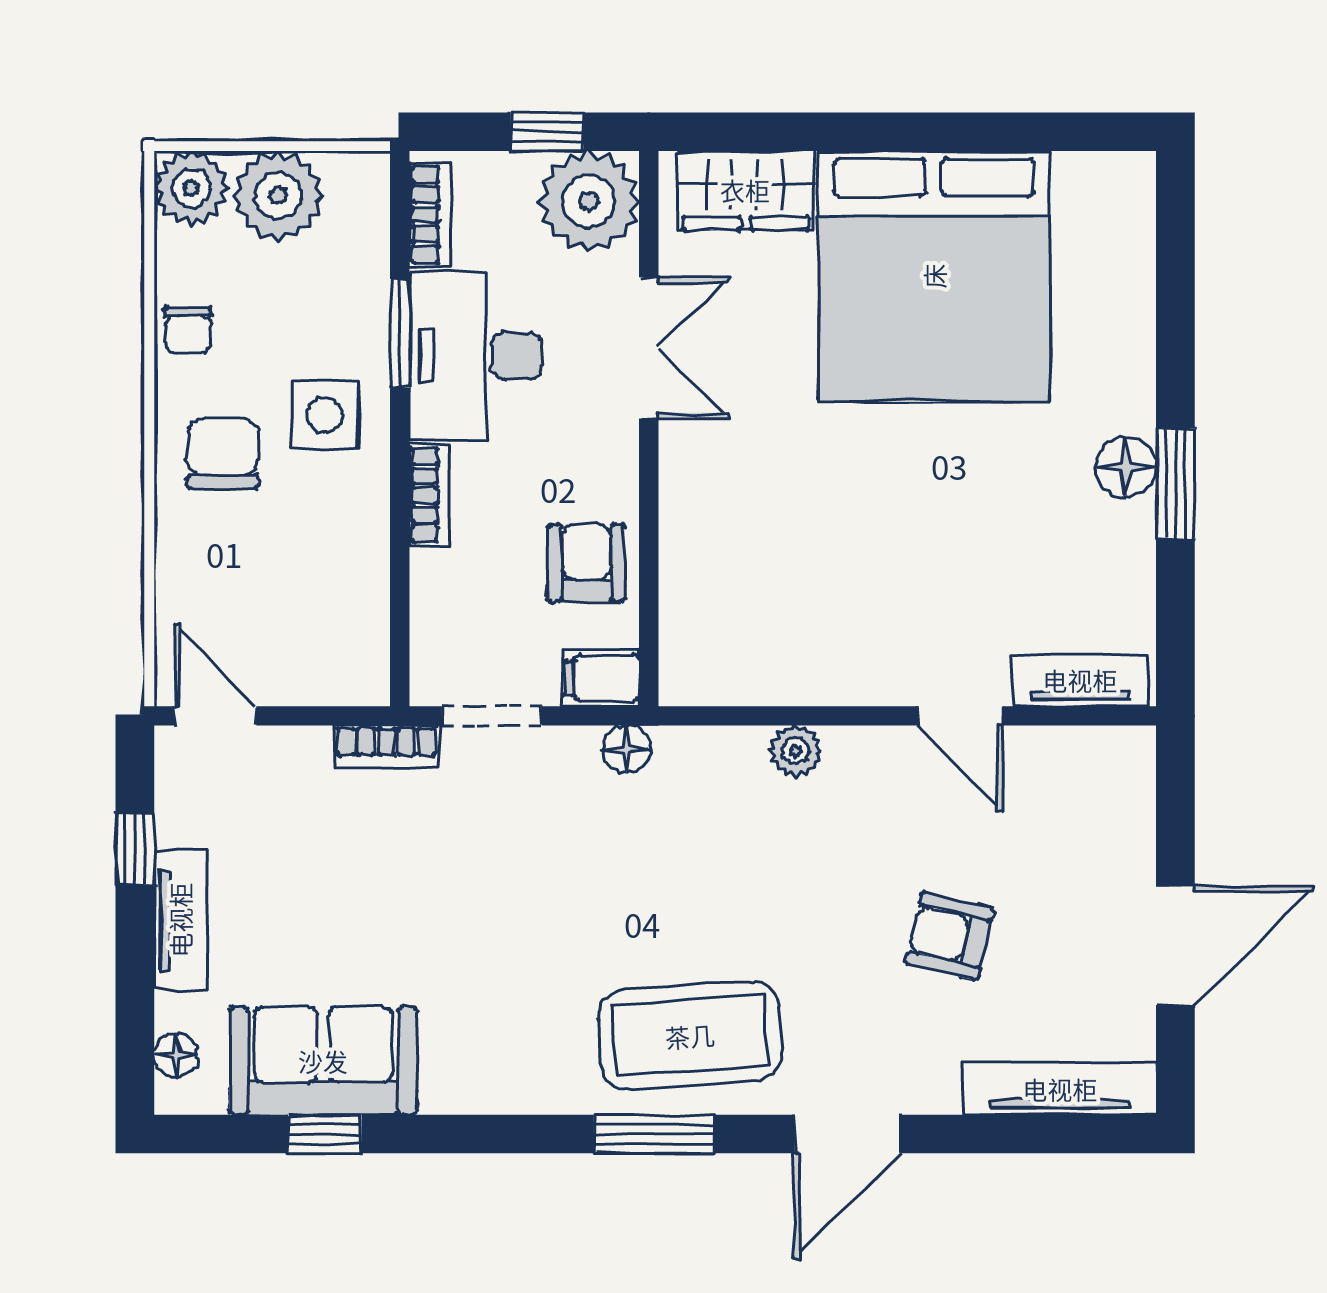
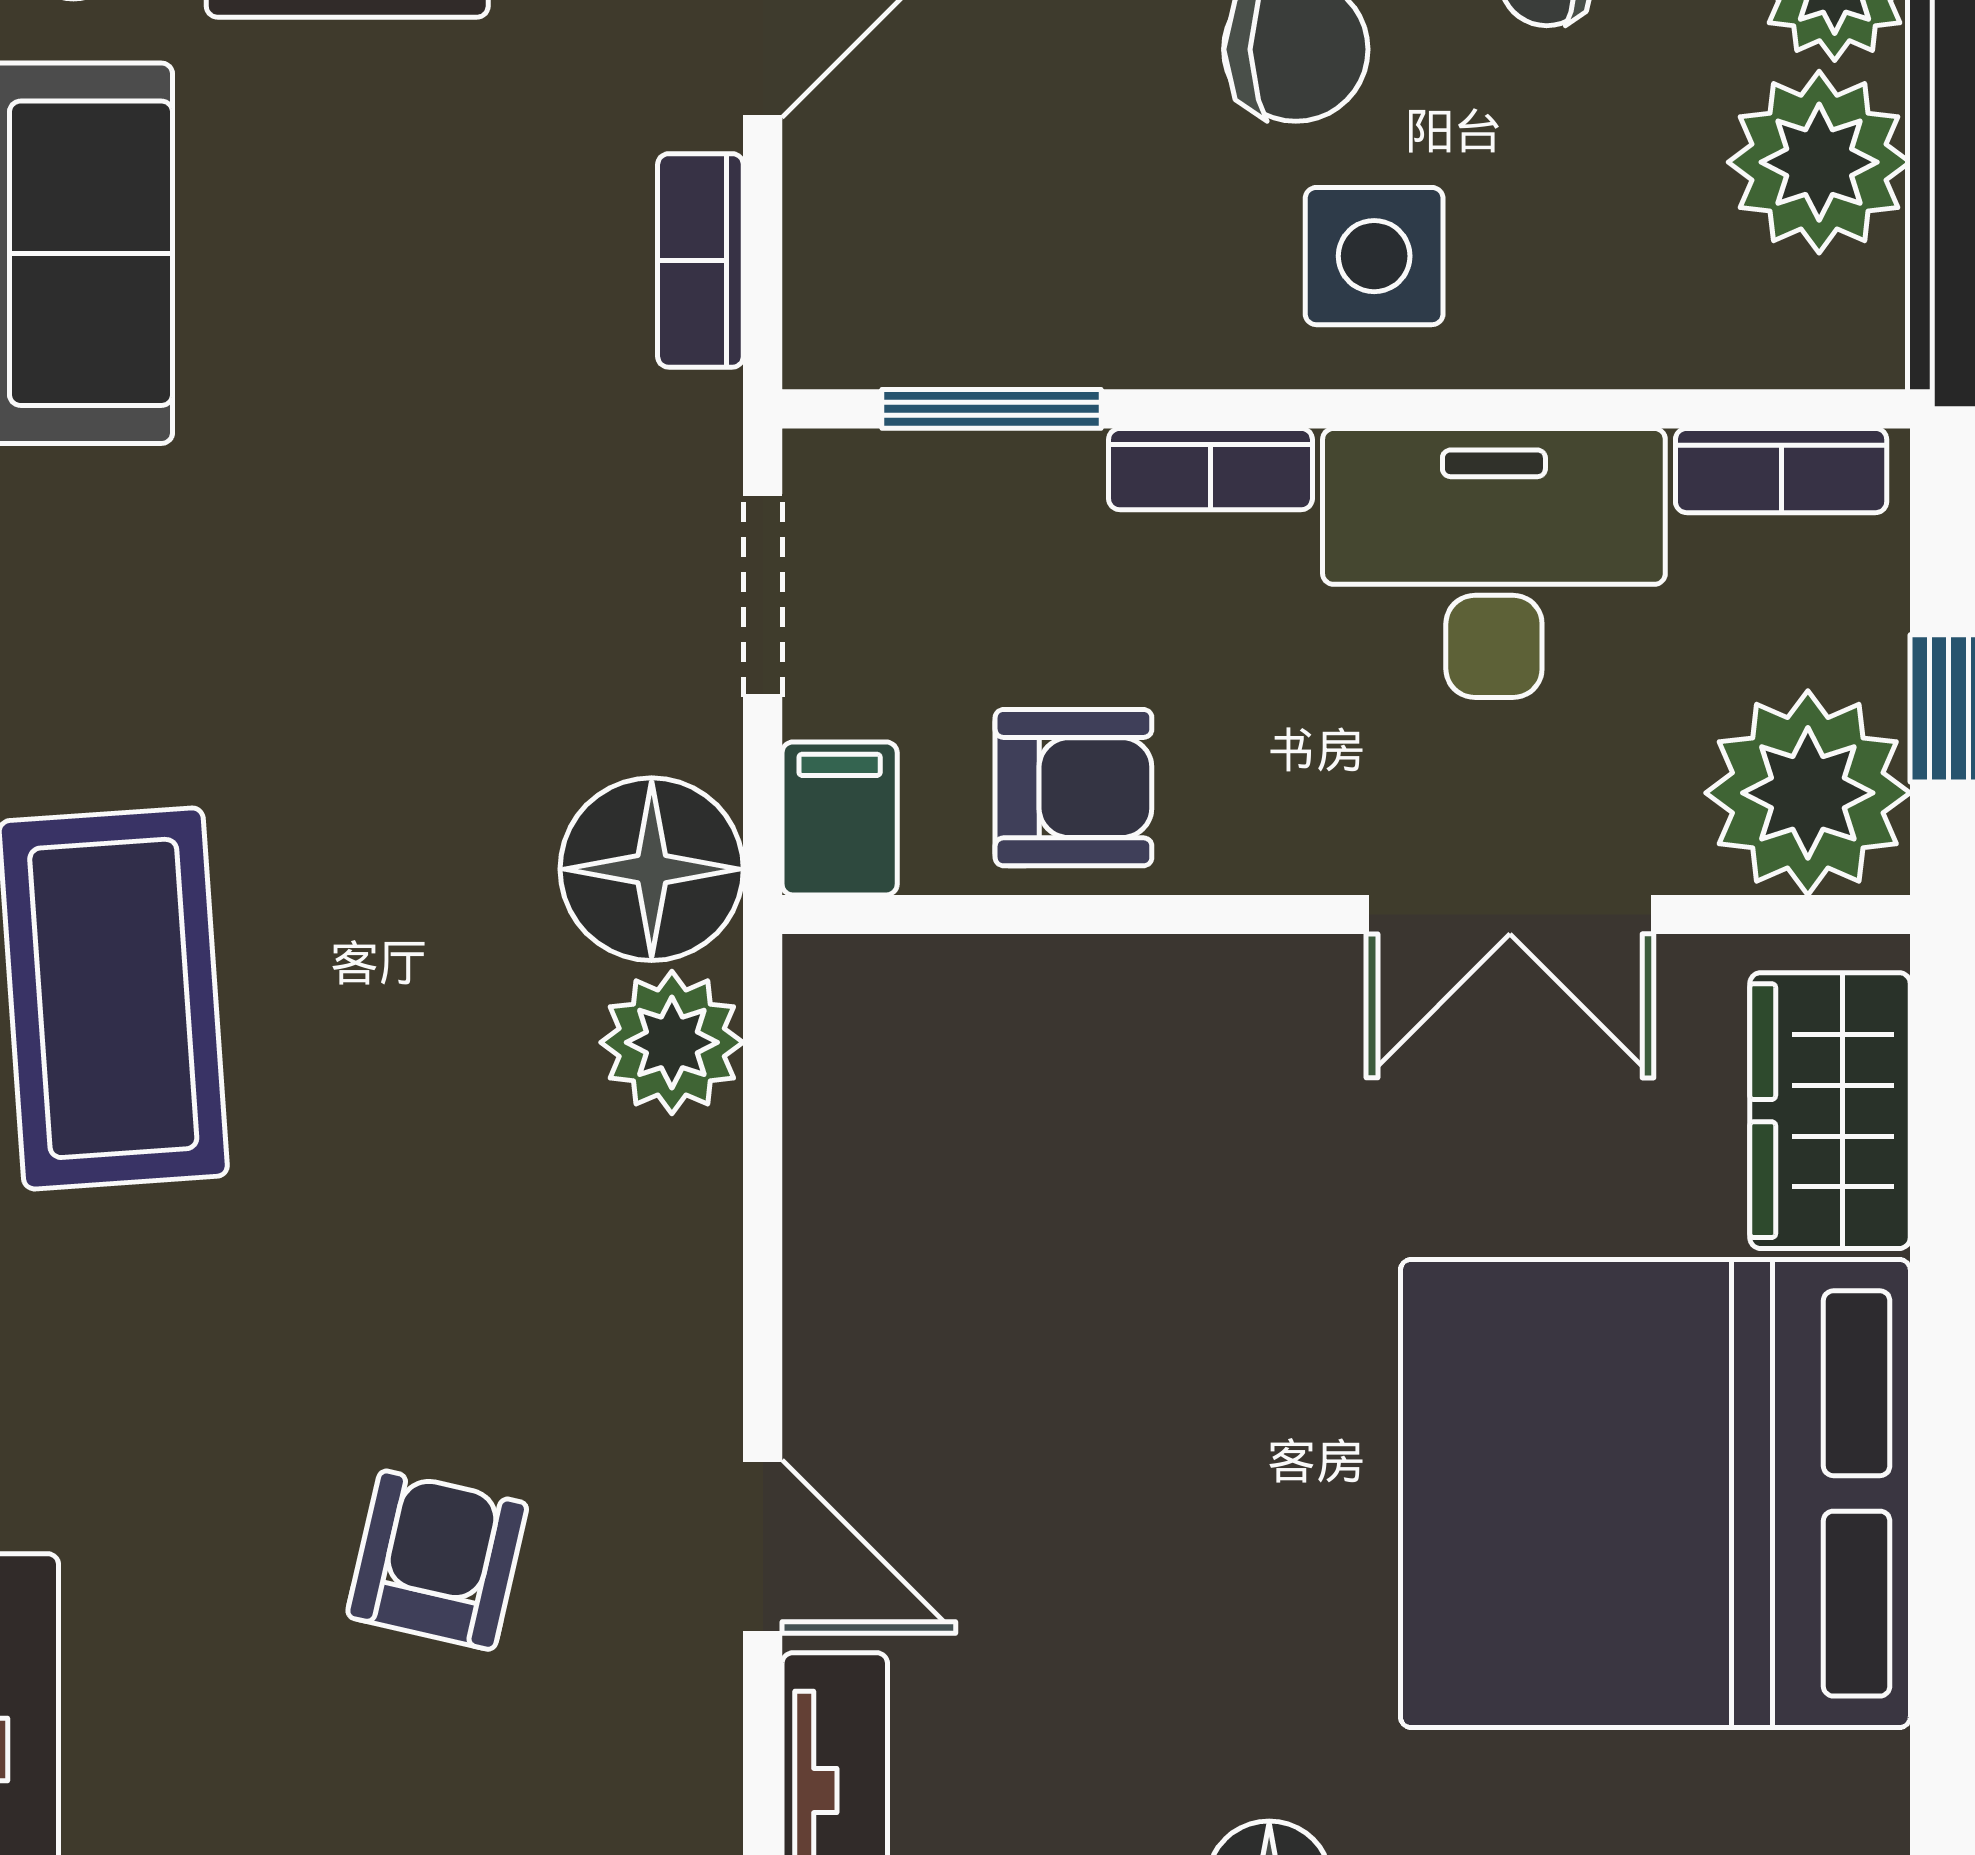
window: (400, 333) -> (991, 409), moved
door: (960, 716) -> (763, 1547), swing flipped
bookcase: (386, 746) -> (700, 260), moved
floor lamp: (626, 749) -> (652, 869), width x1.89, depth x1.89
plant: (796, 751) -> (672, 1042), moved, width x1.38, depth x1.38
armchair: (950, 936) -> (437, 1560), moved

